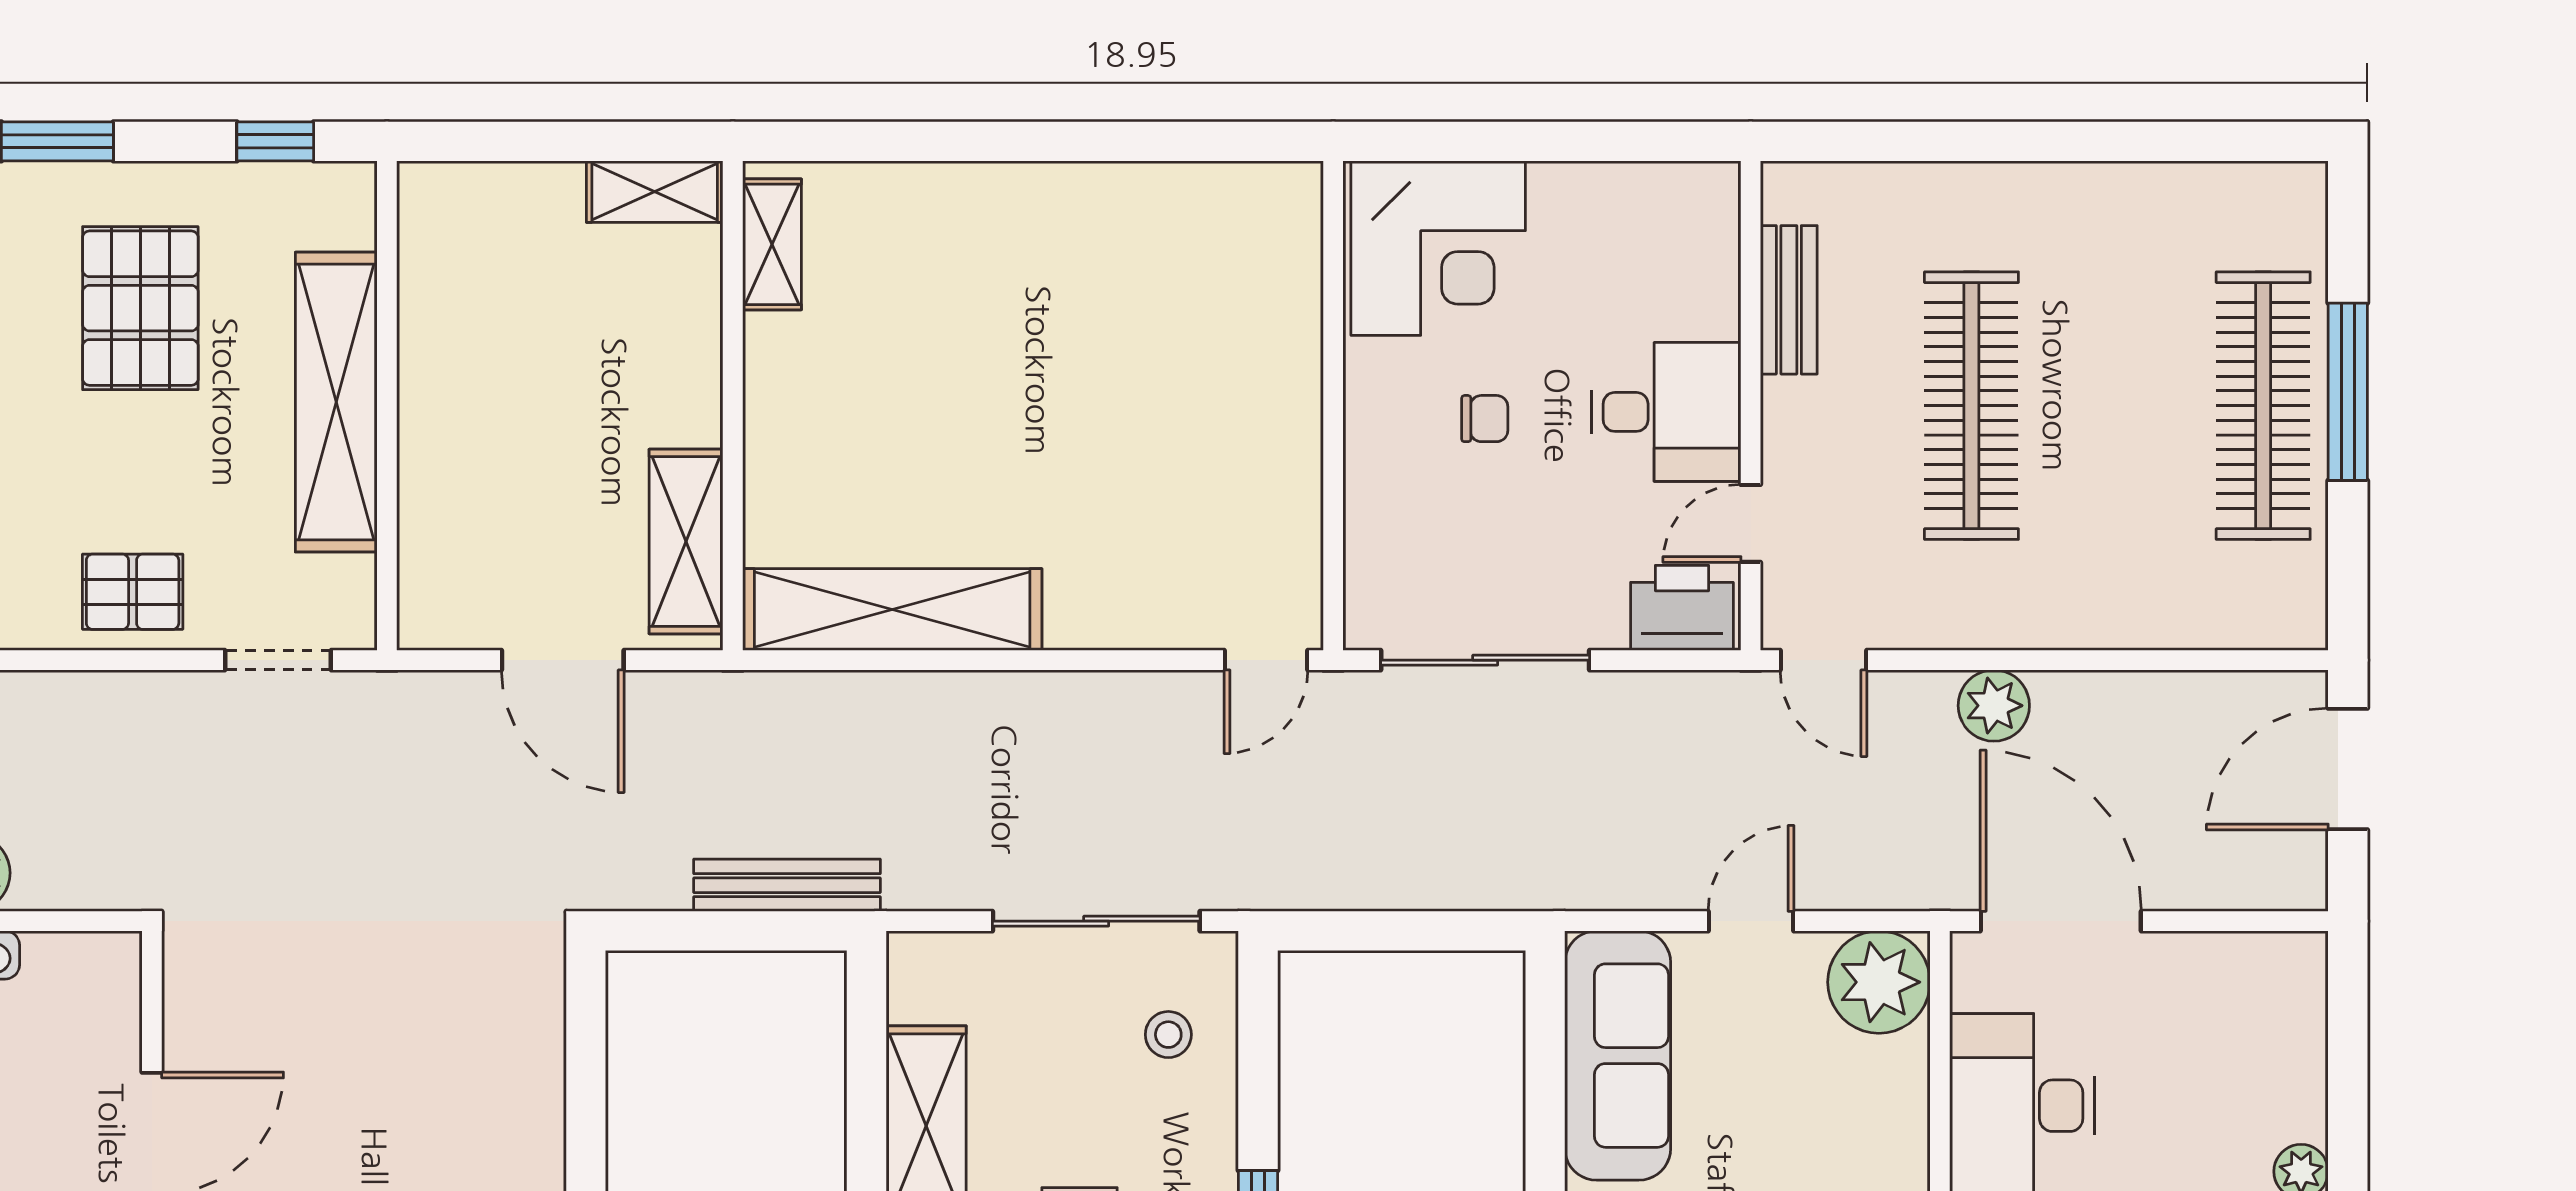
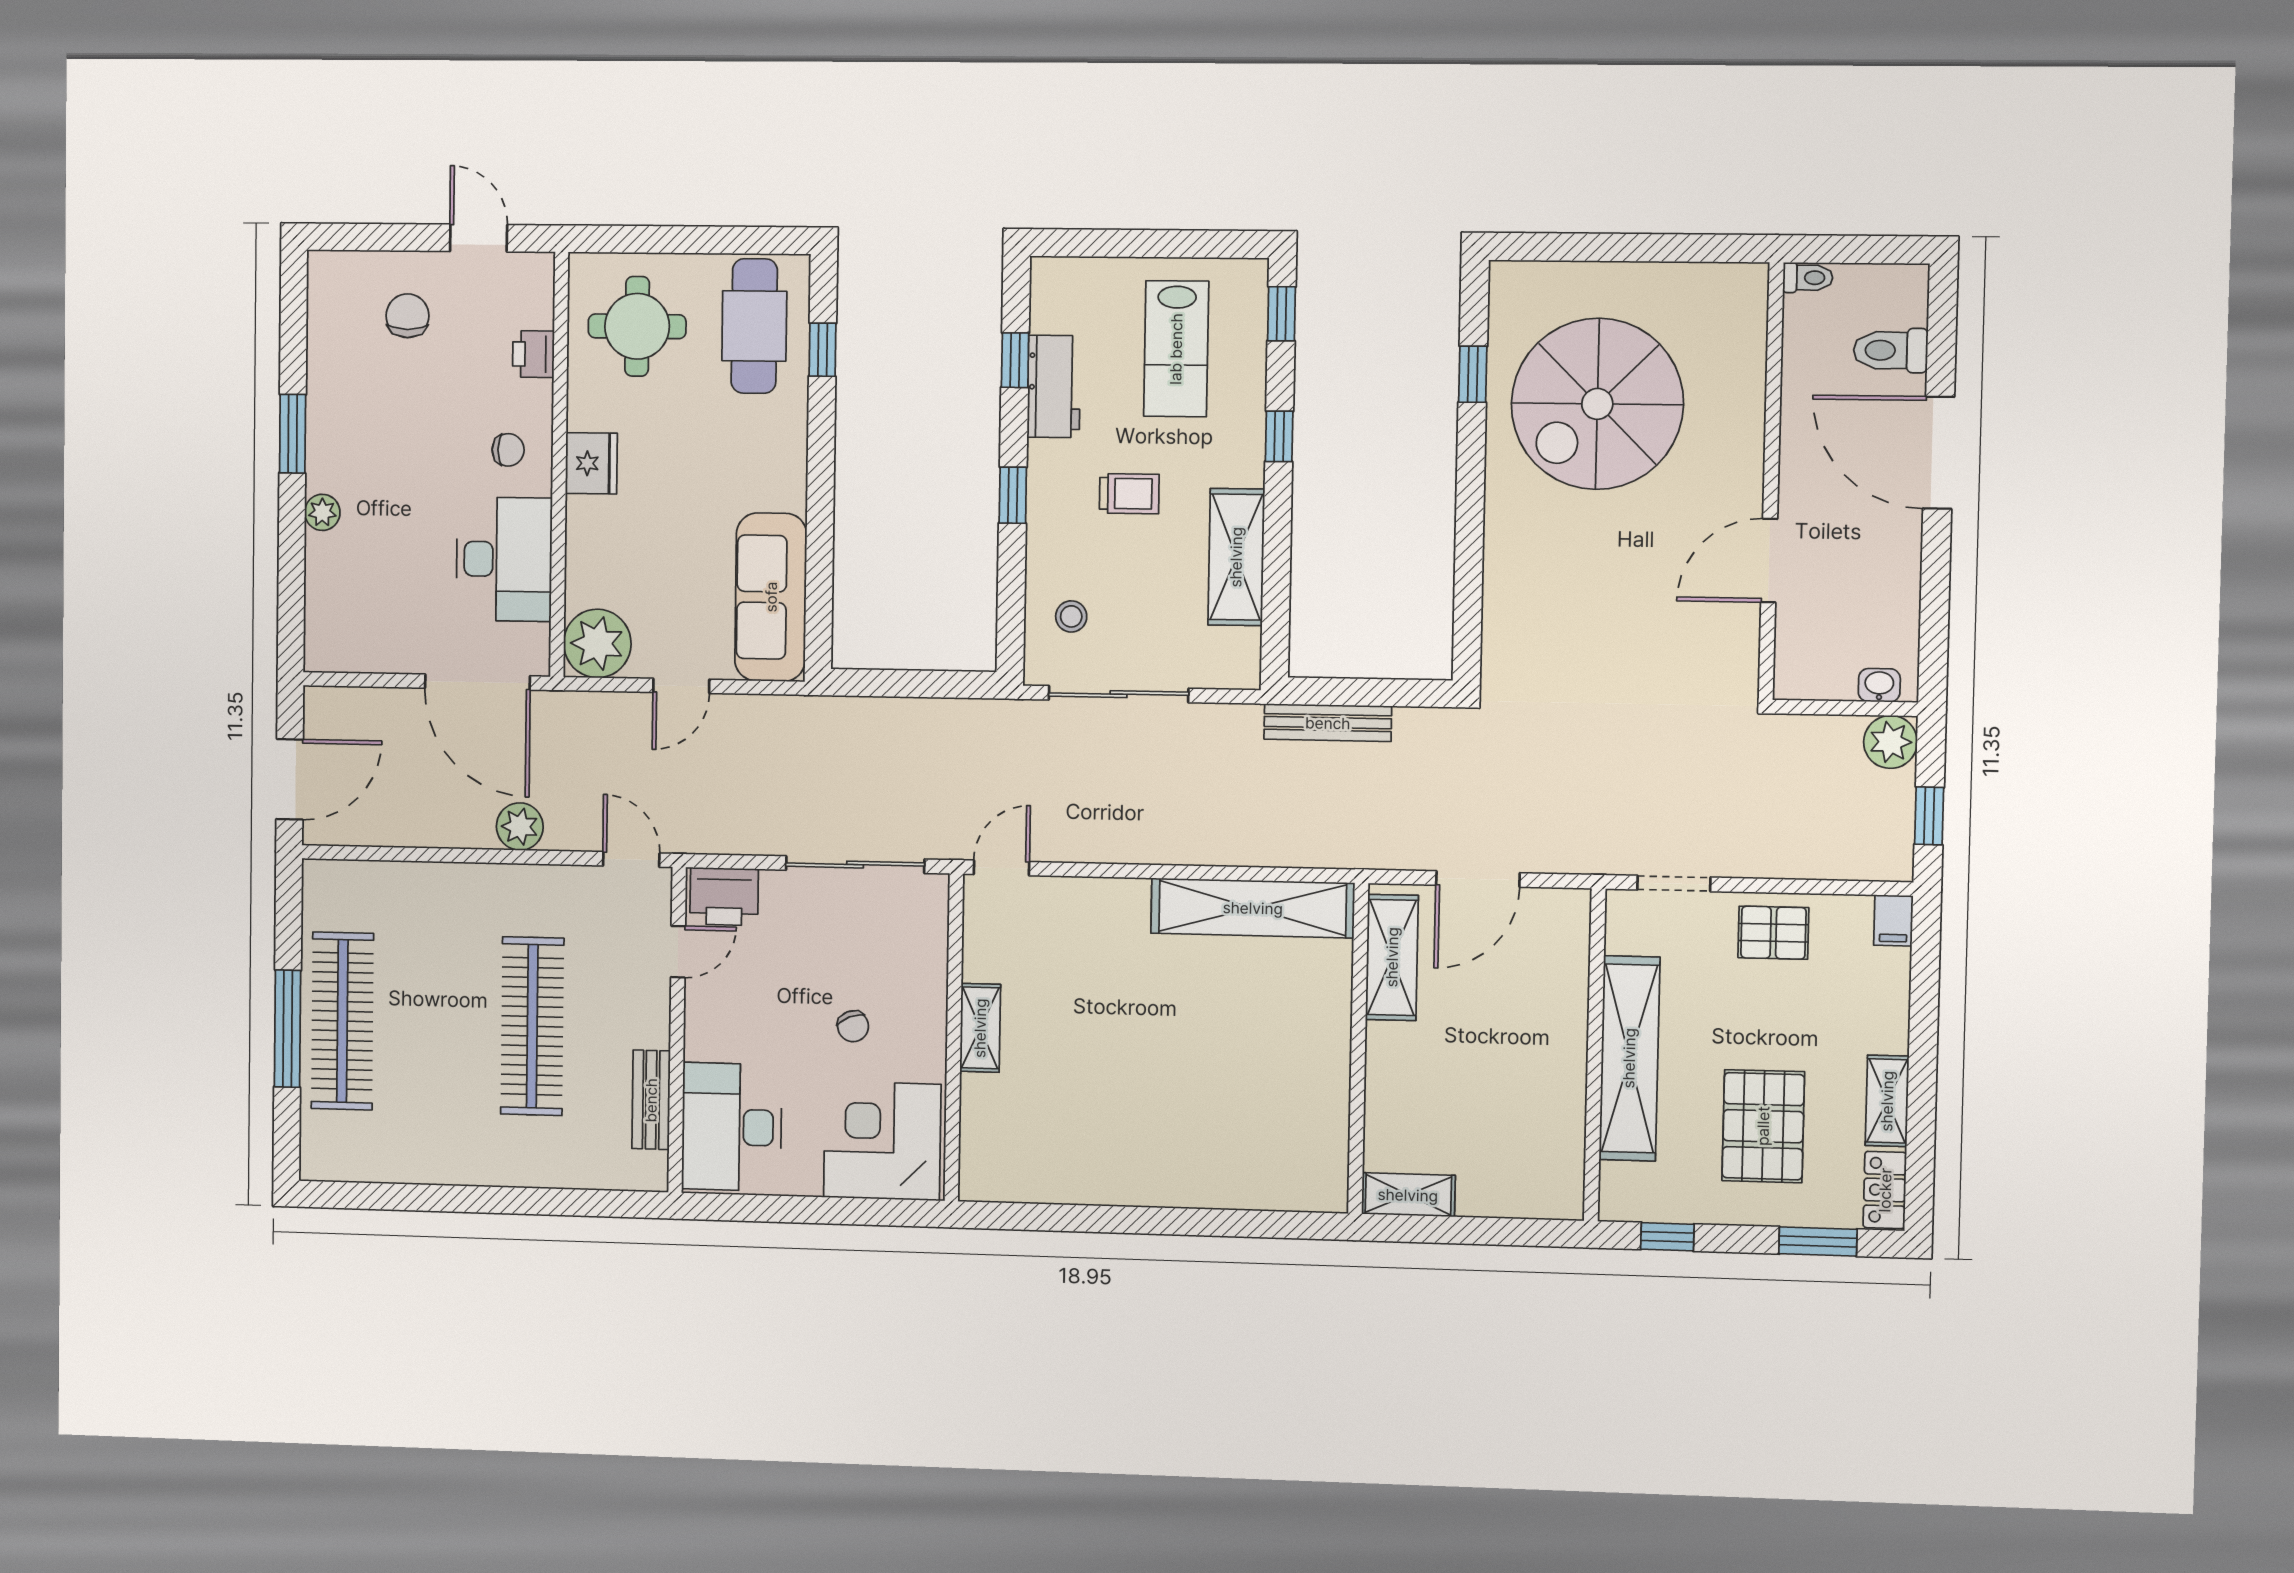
shelving: (772, 244) -> (980, 1028), moved
desk: (1666, 412) -> (732, 1127), moved, width x1.37
chair: (1485, 419) -> (853, 1026), turned -112
door: (563, 660) -> (1478, 879), swing flipped

